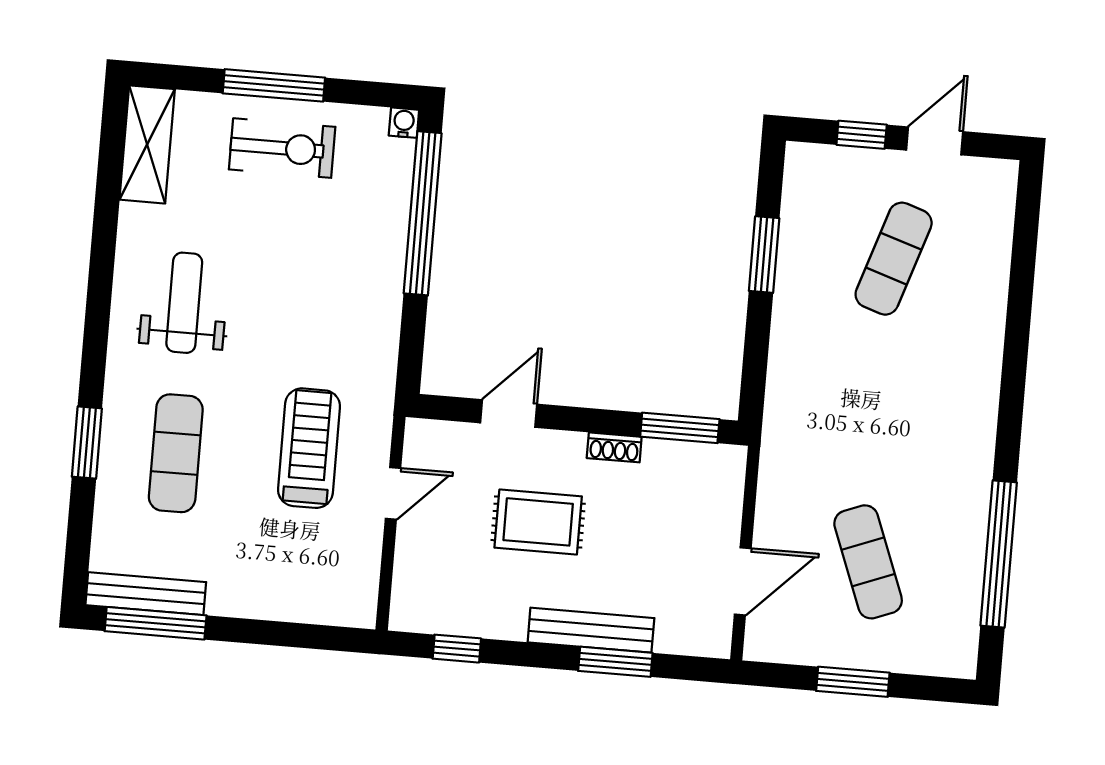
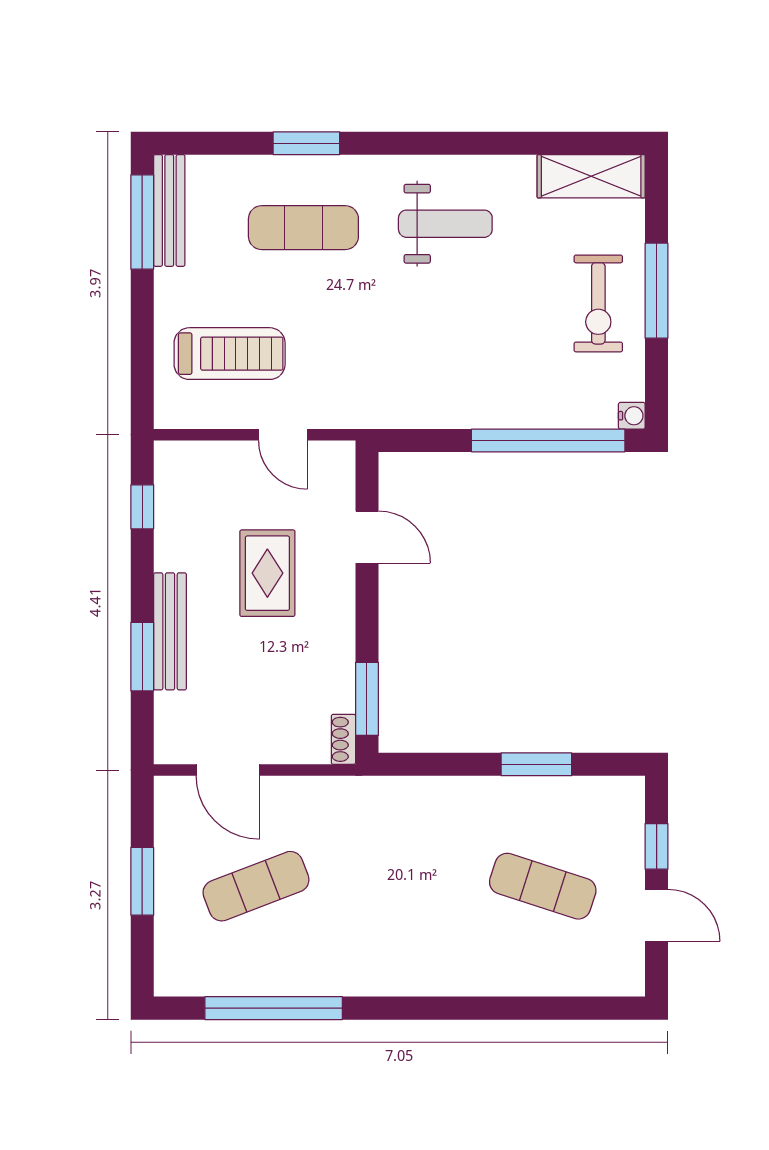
shoe rack: (614, 447) -> (343, 739), moved
treadmill: (309, 448) -> (230, 354), moved

